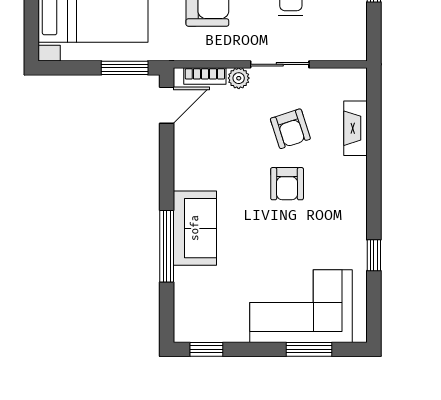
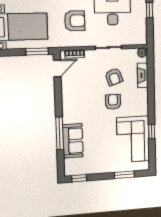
plant: (239, 78) -> (142, 53), moved
armchair: (287, 184) -> (113, 102), turned 180
sofa: (195, 228) -> (73, 141), moved
corner sofa: (301, 306) -> (133, 139), moved, turned -90

